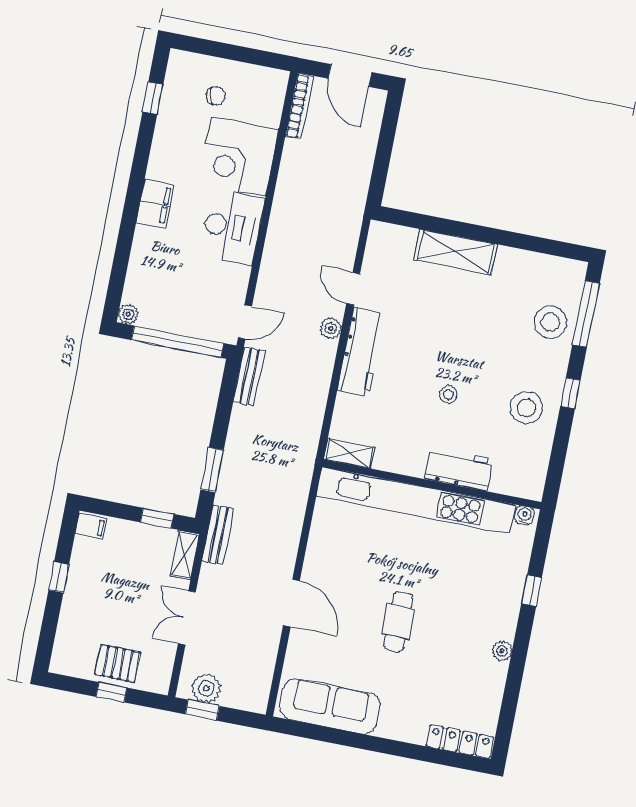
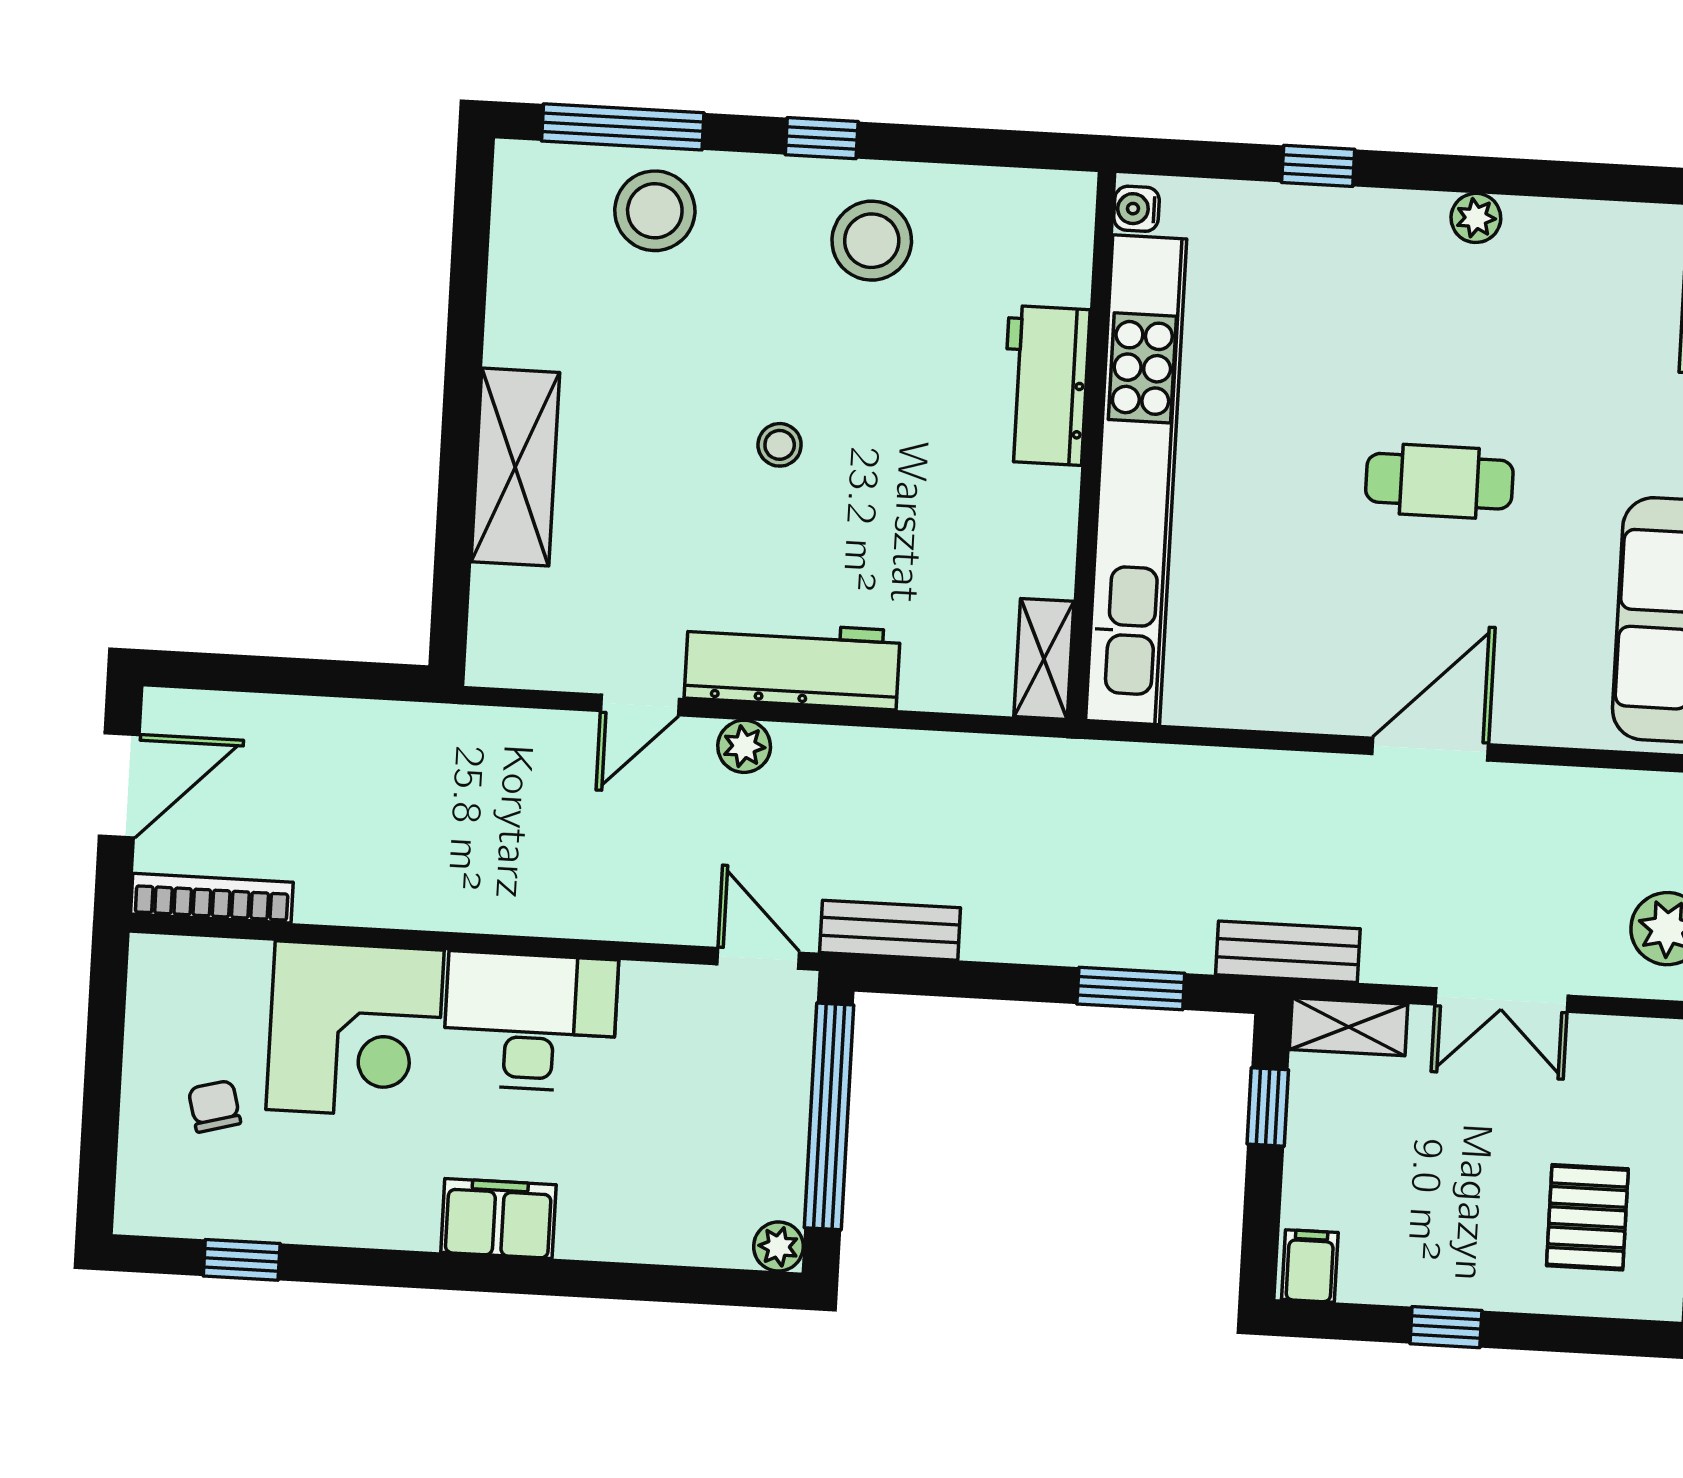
stool: (448, 394) -> (780, 445), moved
pallet: (118, 663) -> (1587, 1217), moved

